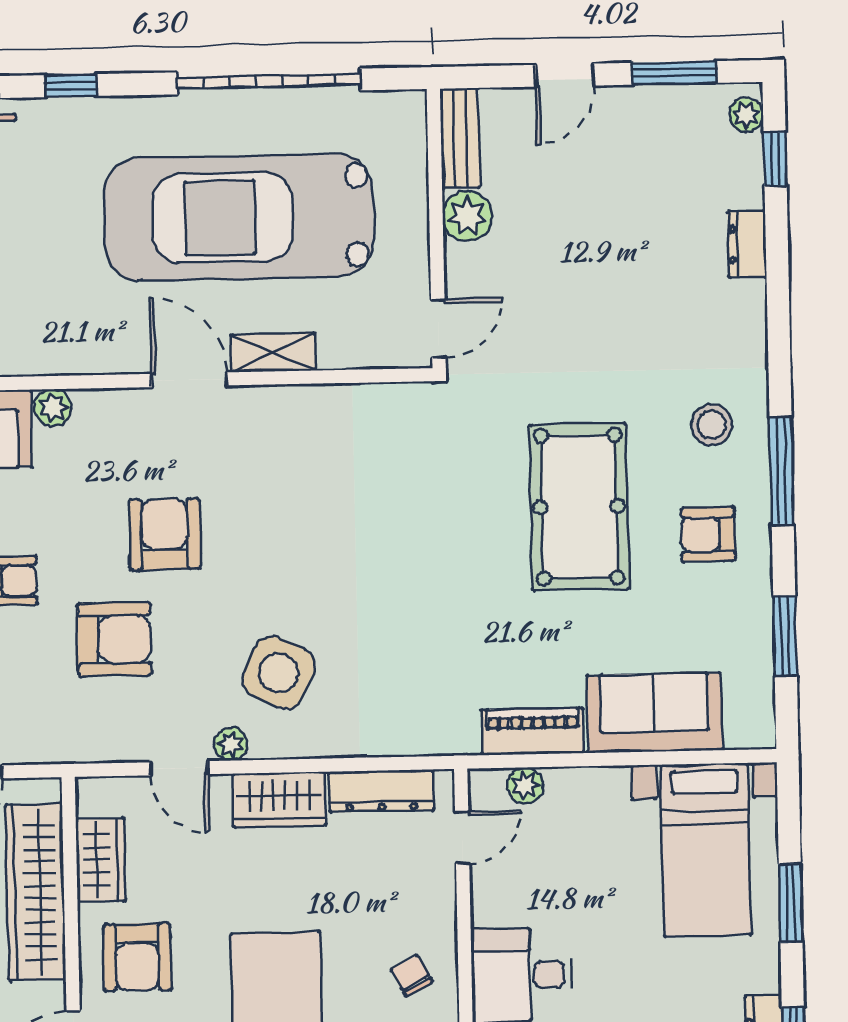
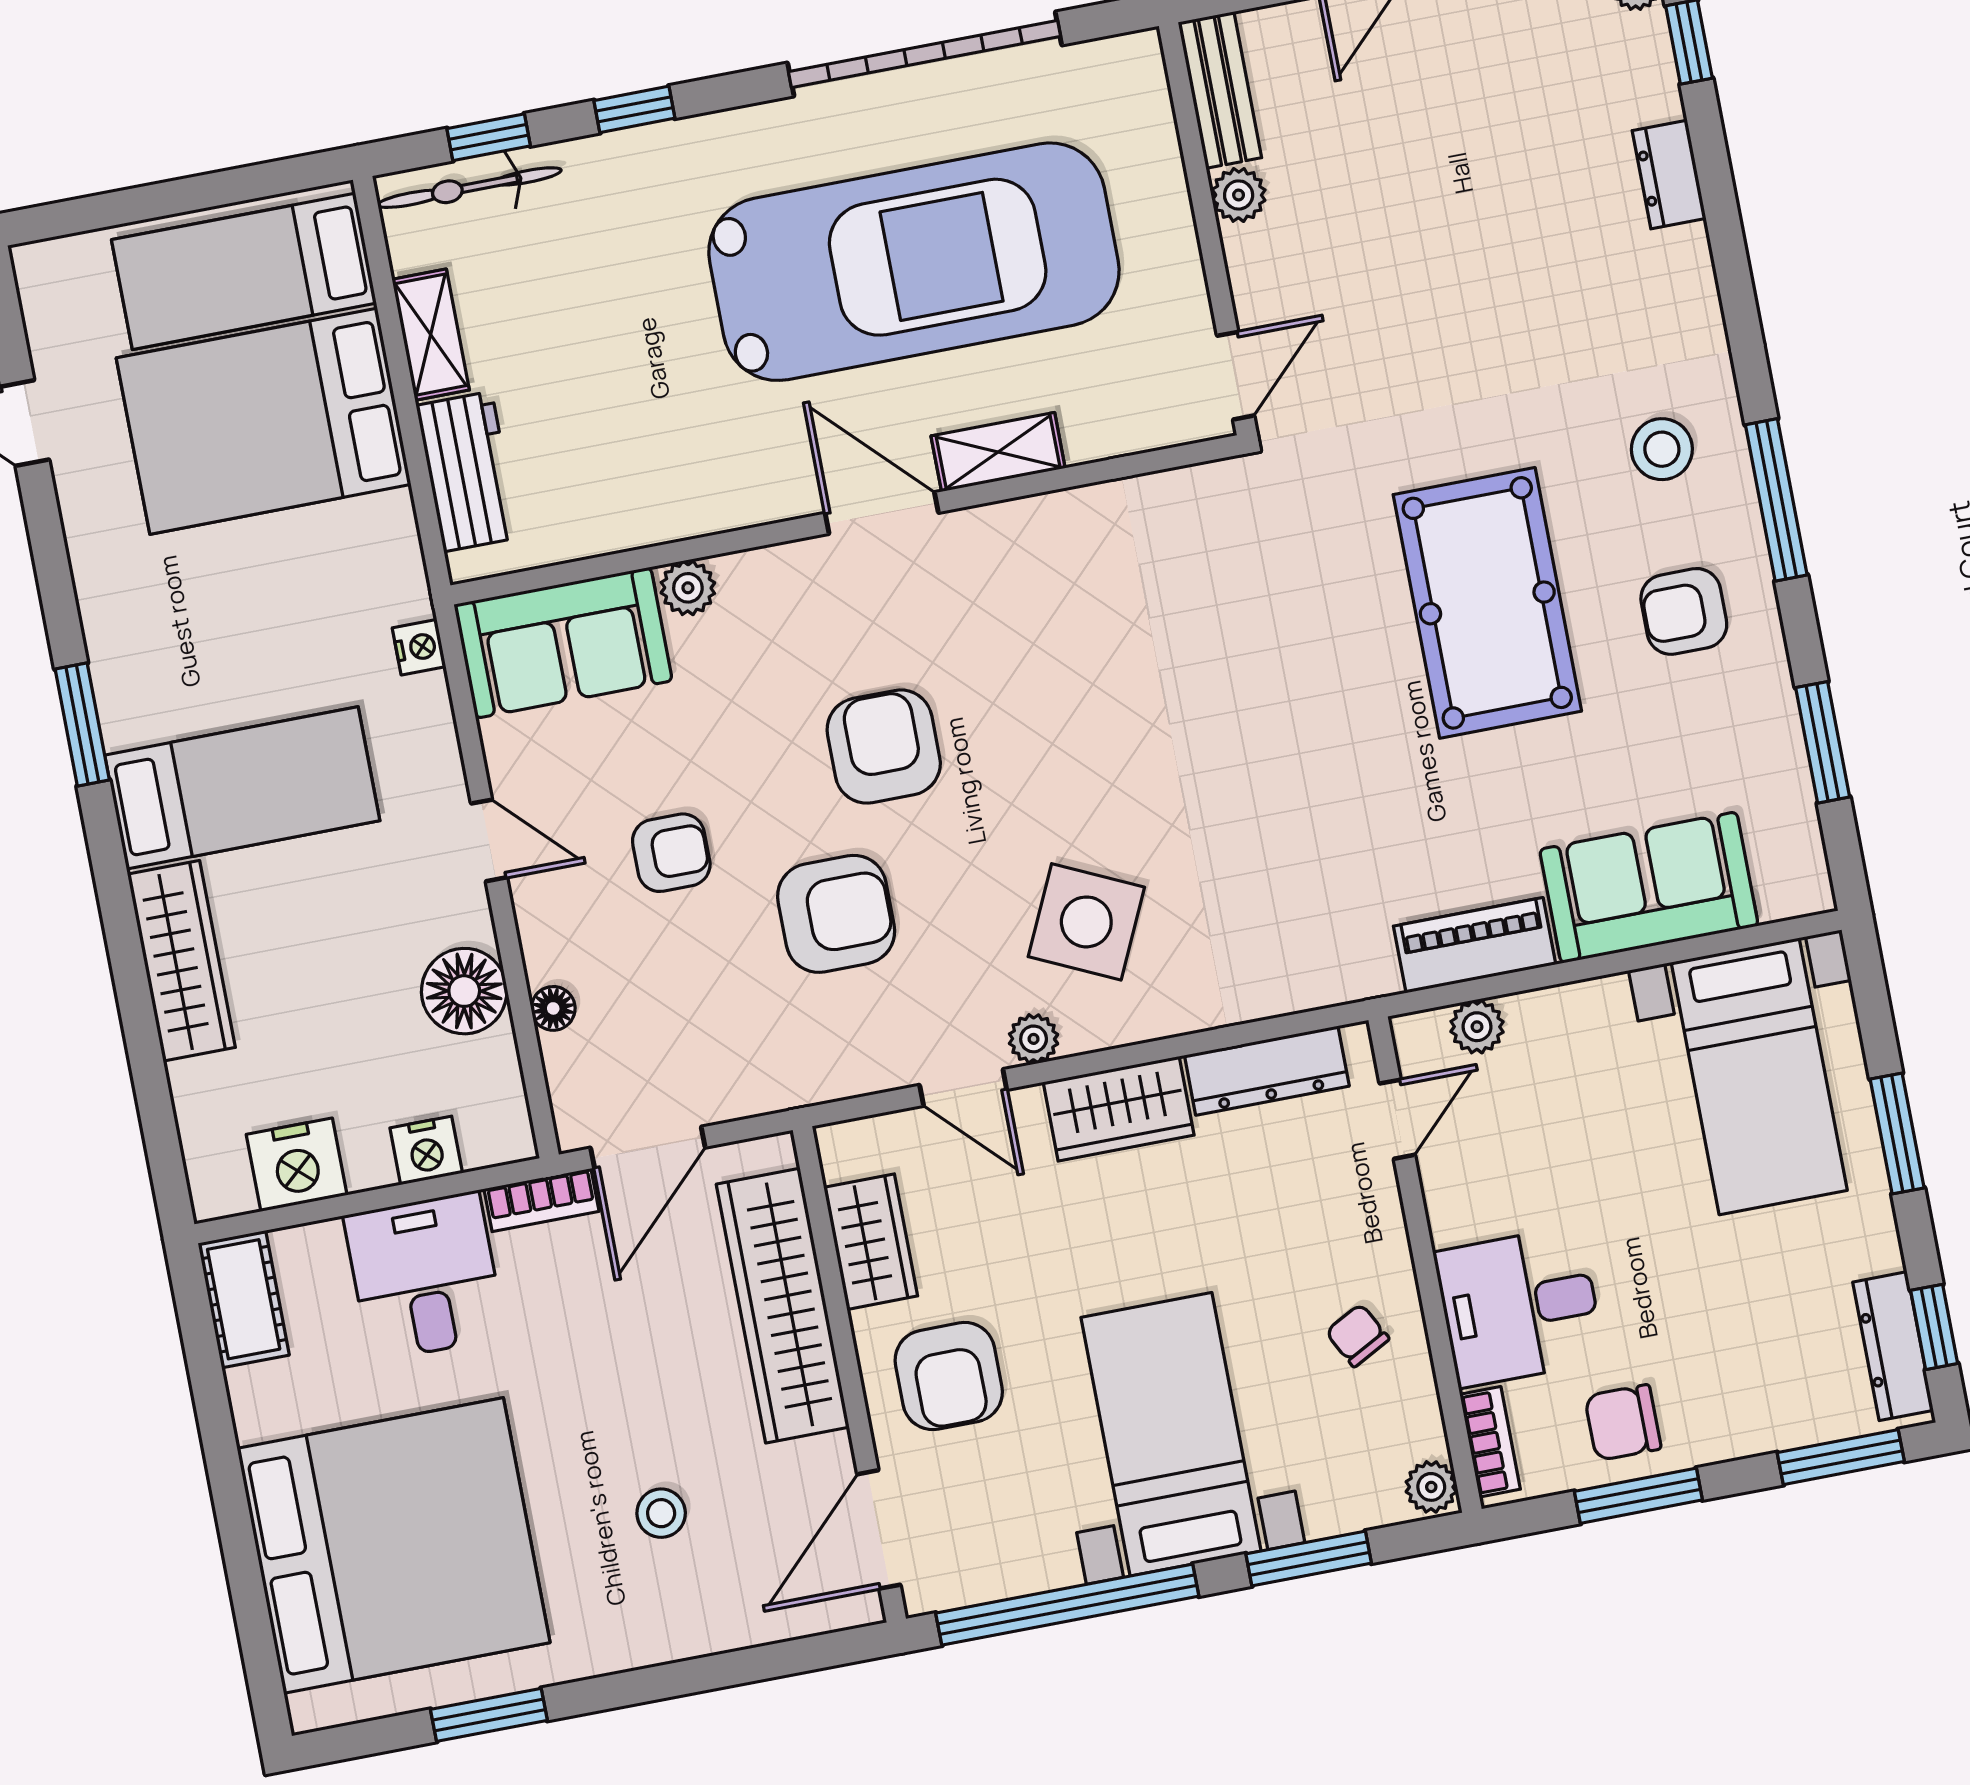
plant: (467, 216) -> (1239, 195), width x0.73, depth x0.73
car: (239, 217) -> (914, 262), turned 180

